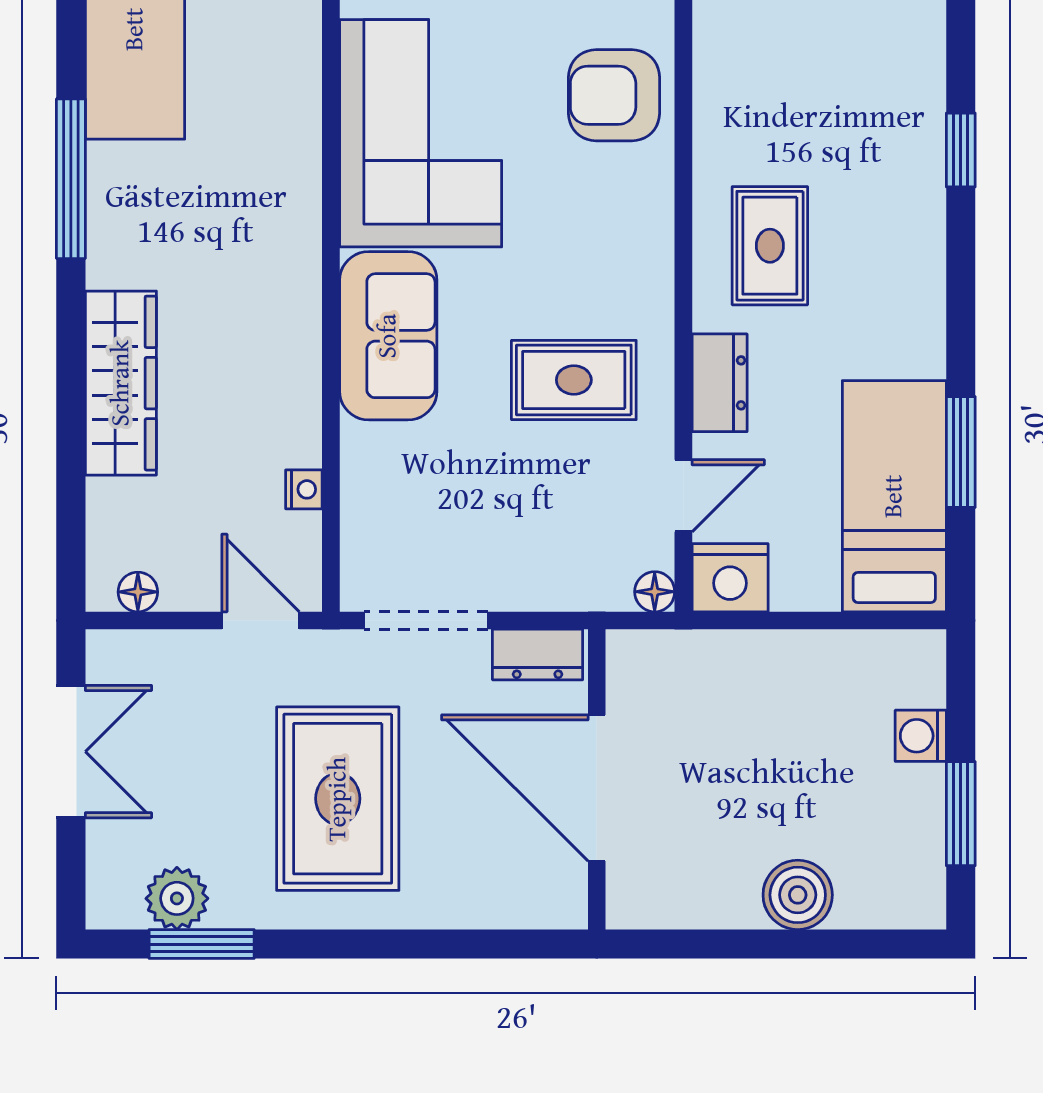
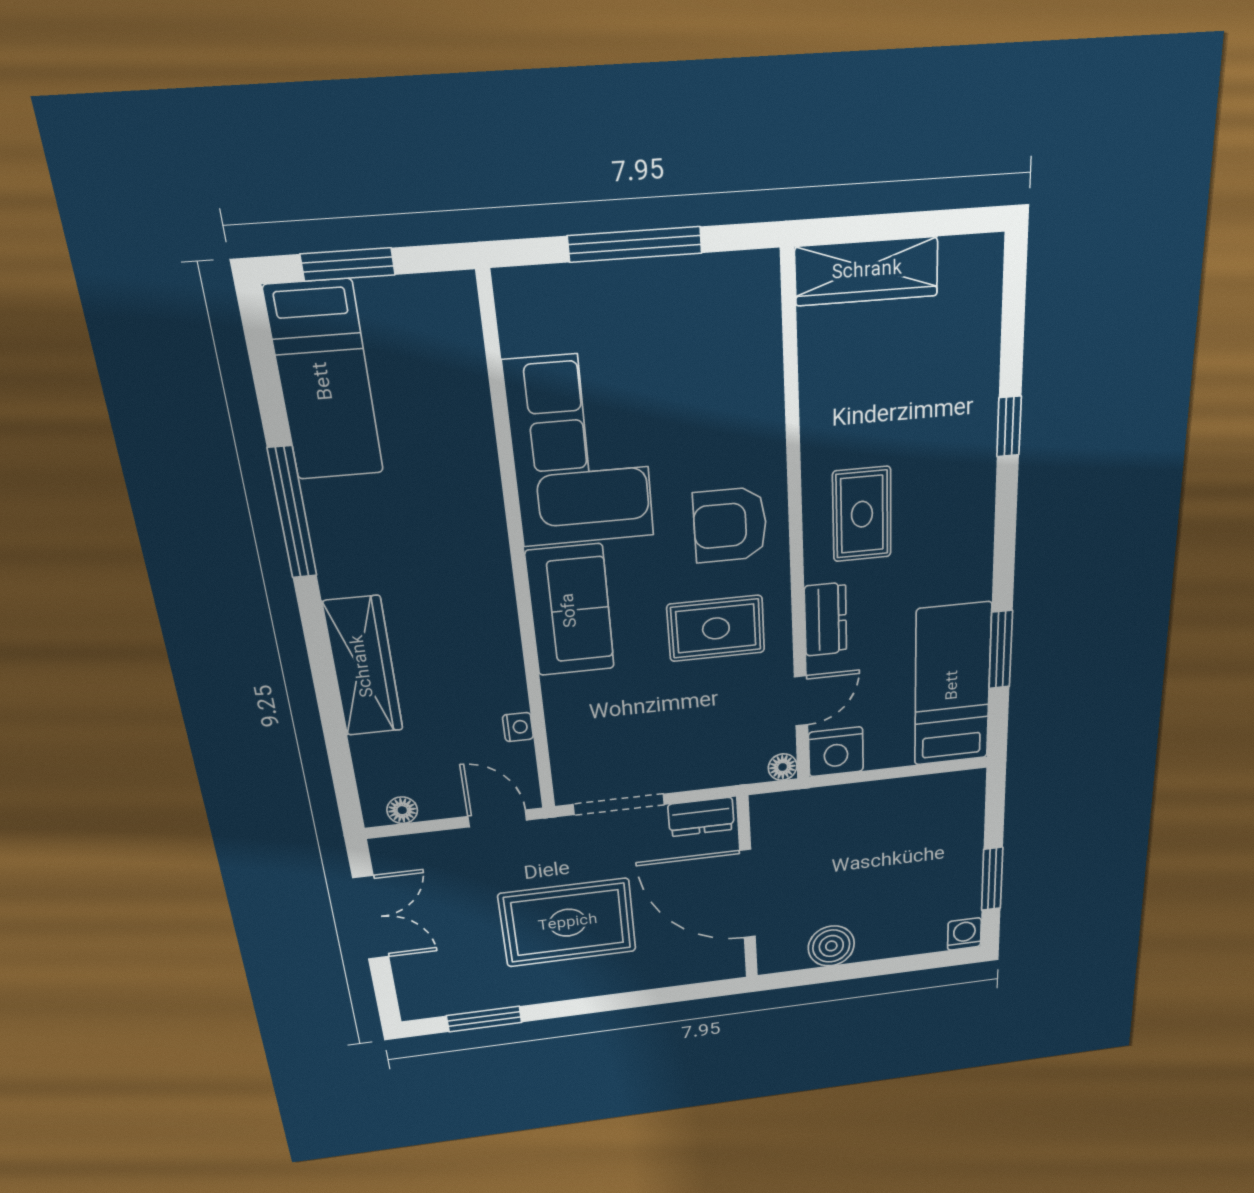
armchair: (614, 95) -> (730, 525), moved
washing machine: (921, 736) -> (964, 934), moved, turned 90
rug: (338, 799) -> (568, 923), turned 90
boiler: (798, 895) -> (831, 946), moved
plant: (177, 898) -> (463, 995), removed

